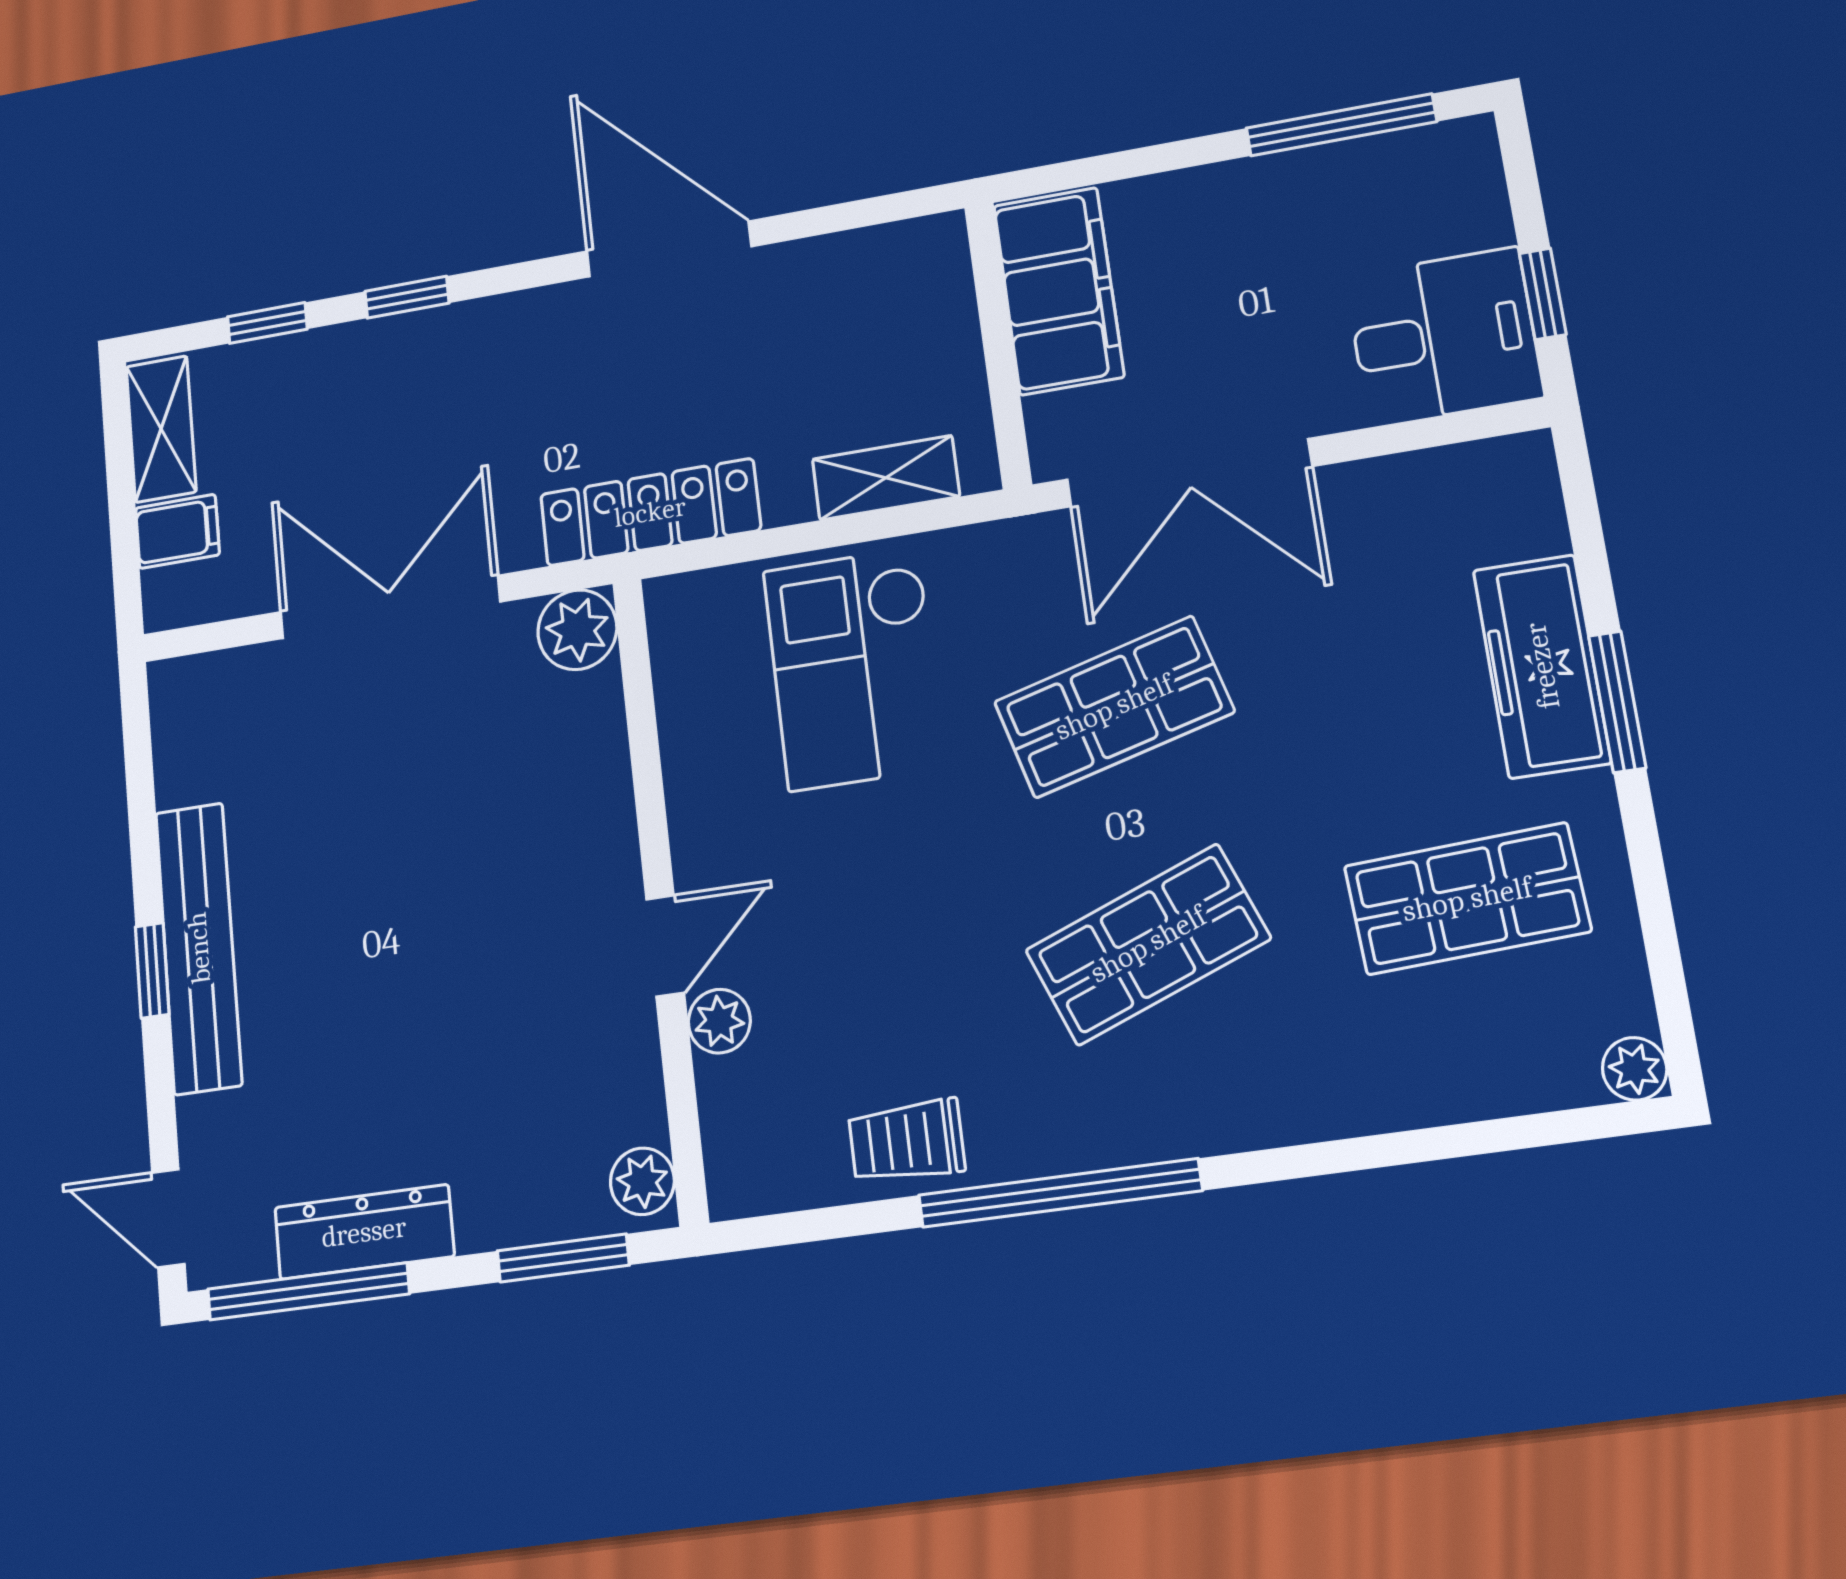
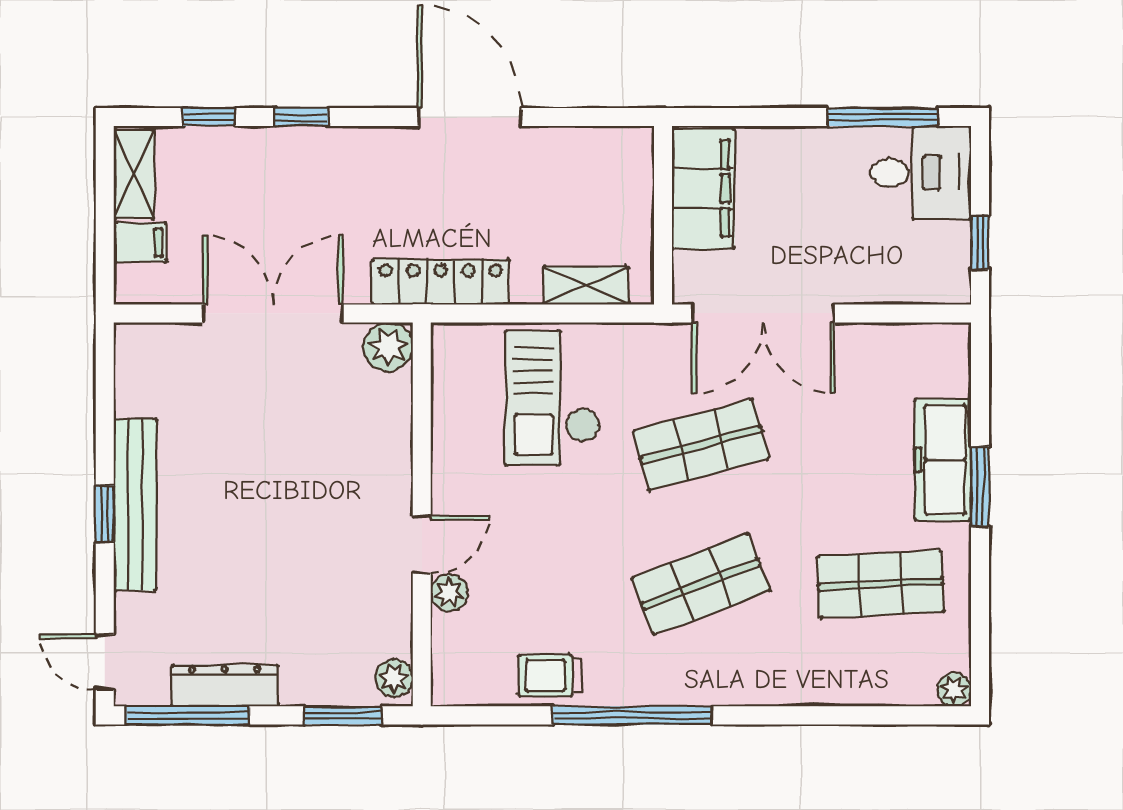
desk: (1444, 337) -> (921, 173), moved

